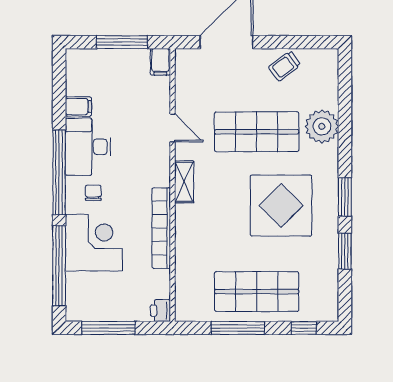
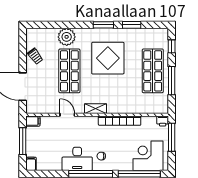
filing cabinet: (78, 107) -> (31, 164), moved
door: (173, 128) -> (67, 115), hinge flipped
corner desk: (94, 243) -> (148, 156), moved
window: (108, 328) -> (172, 137), moved

